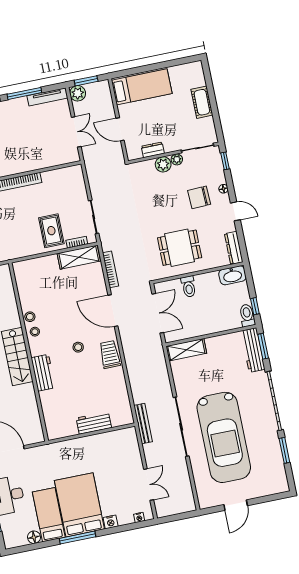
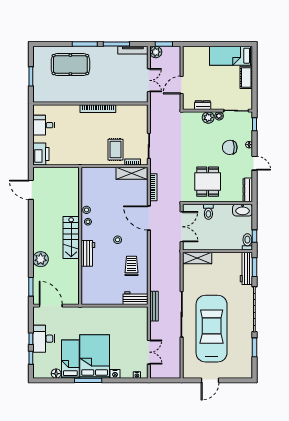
bed: (142, 87) -> (231, 56), moved, turned 180
door: (120, 129) -> (182, 85), hinge flipped
dining table: (180, 248) -> (208, 182), turned 90
trolley: (110, 355) -> (132, 266), moved
workbench: (94, 423) -> (135, 298), moved
car: (224, 437) -> (212, 329), turned 180

